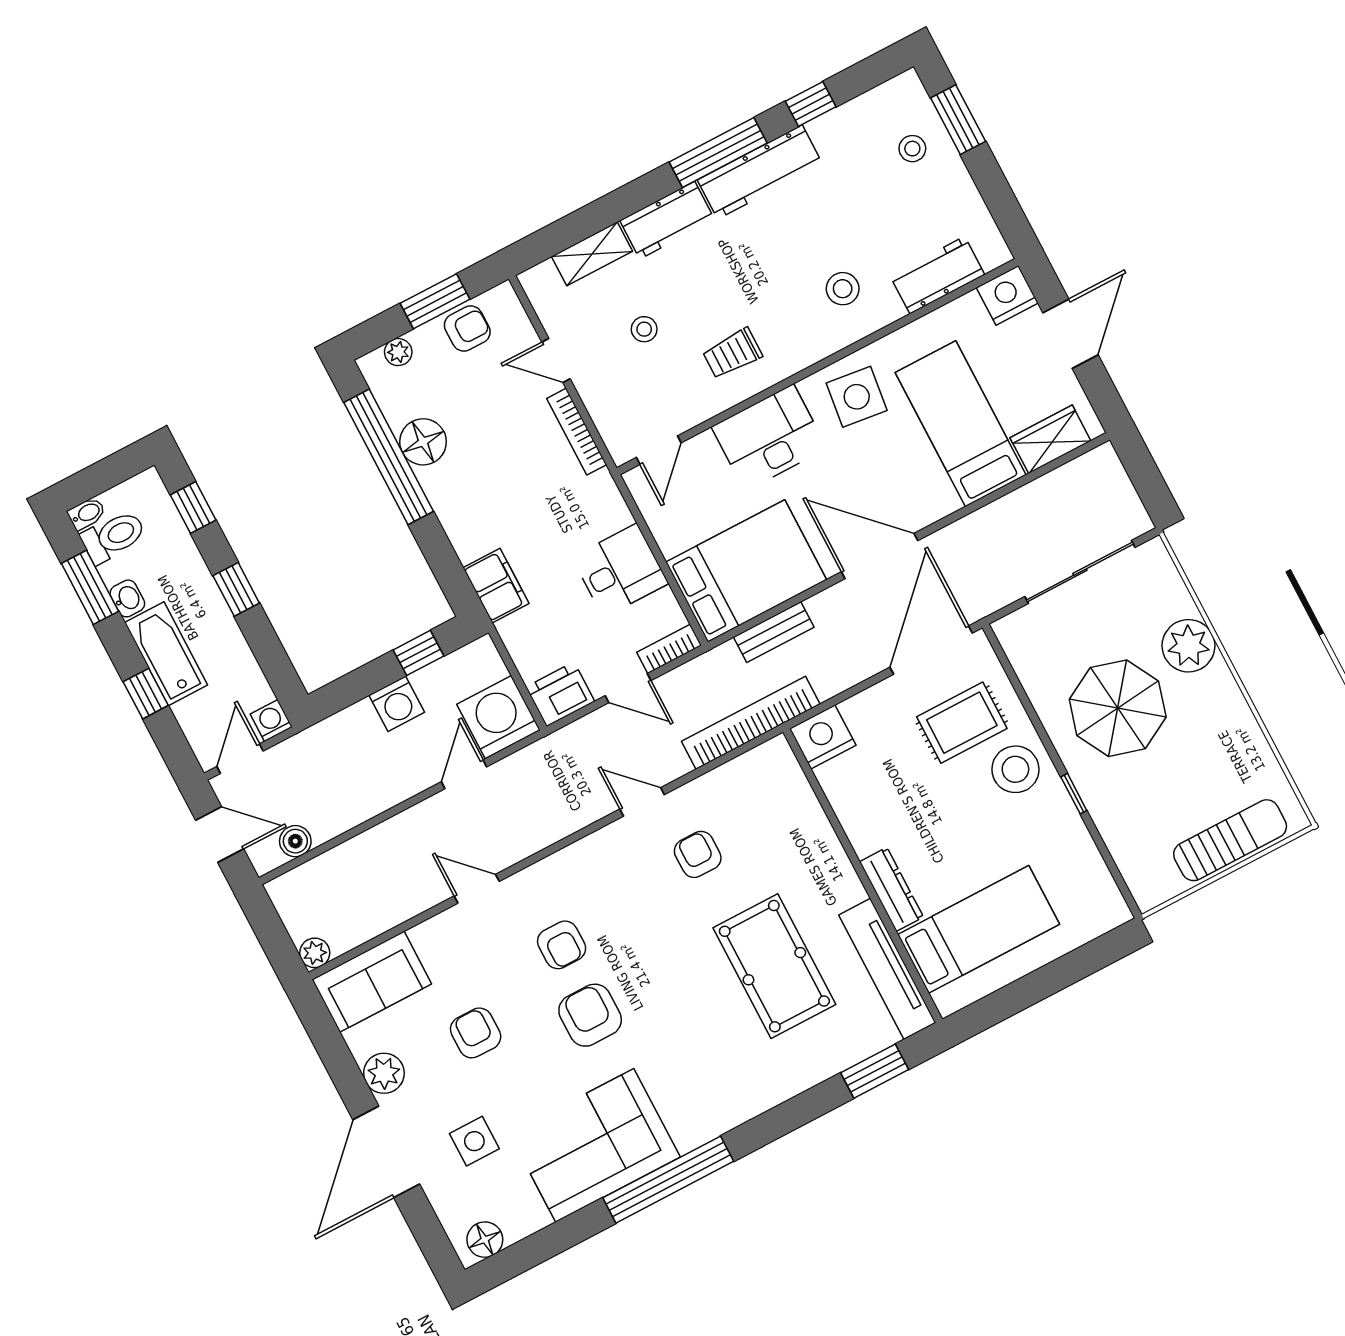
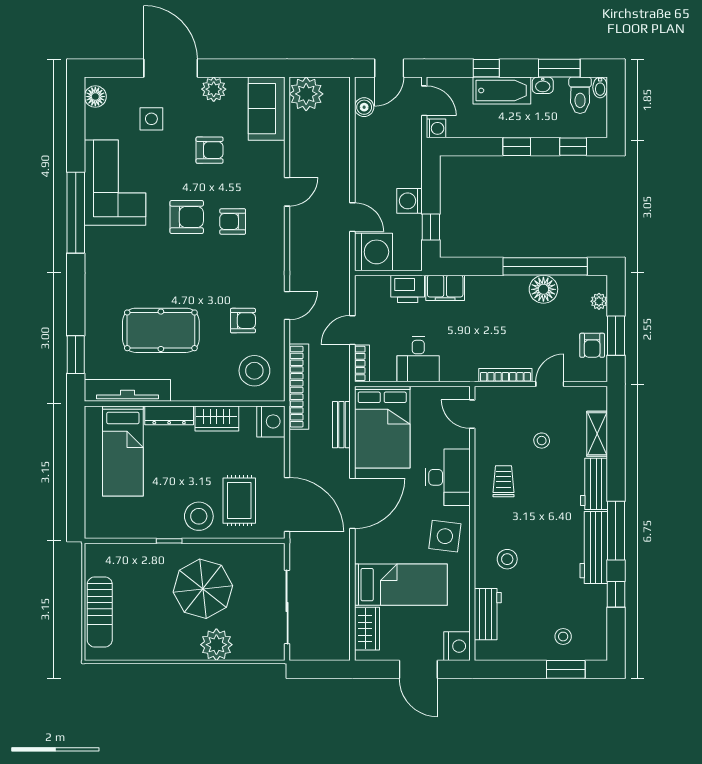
printer: (560, 694) -> (408, 289), moved, turned 90
stool: (762, 800) -> (254, 371), added
wardrobe: (860, 818) -> (217, 419), added
plant: (315, 953) -> (306, 94), width x1.87, depth x1.87

